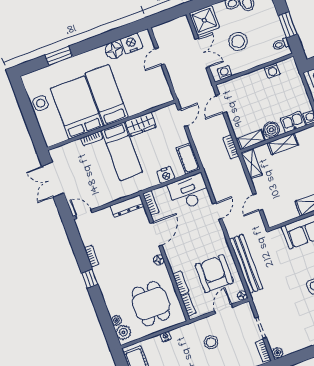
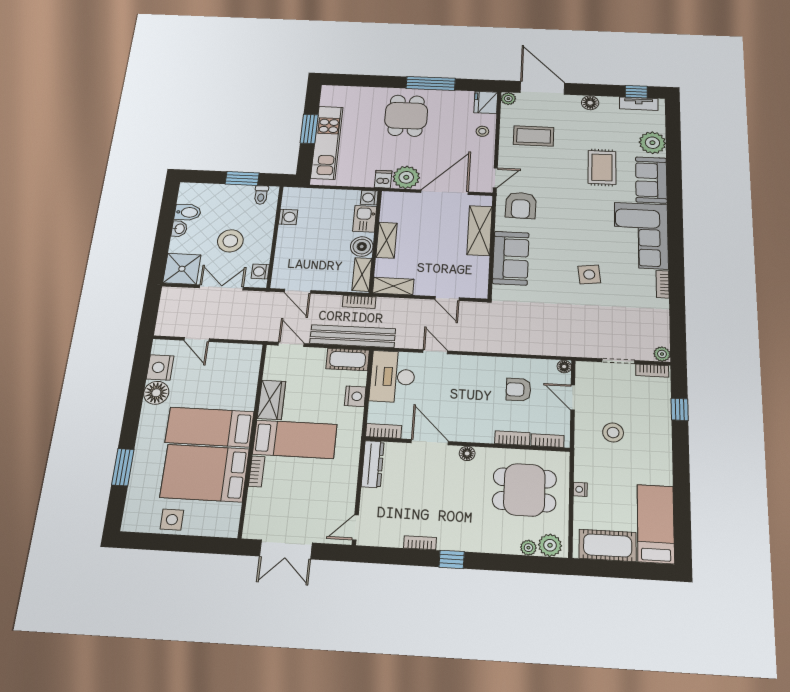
bench: (246, 264) -> (353, 336), moved
armchair: (214, 274) -> (519, 390), width x0.53, depth x0.53

